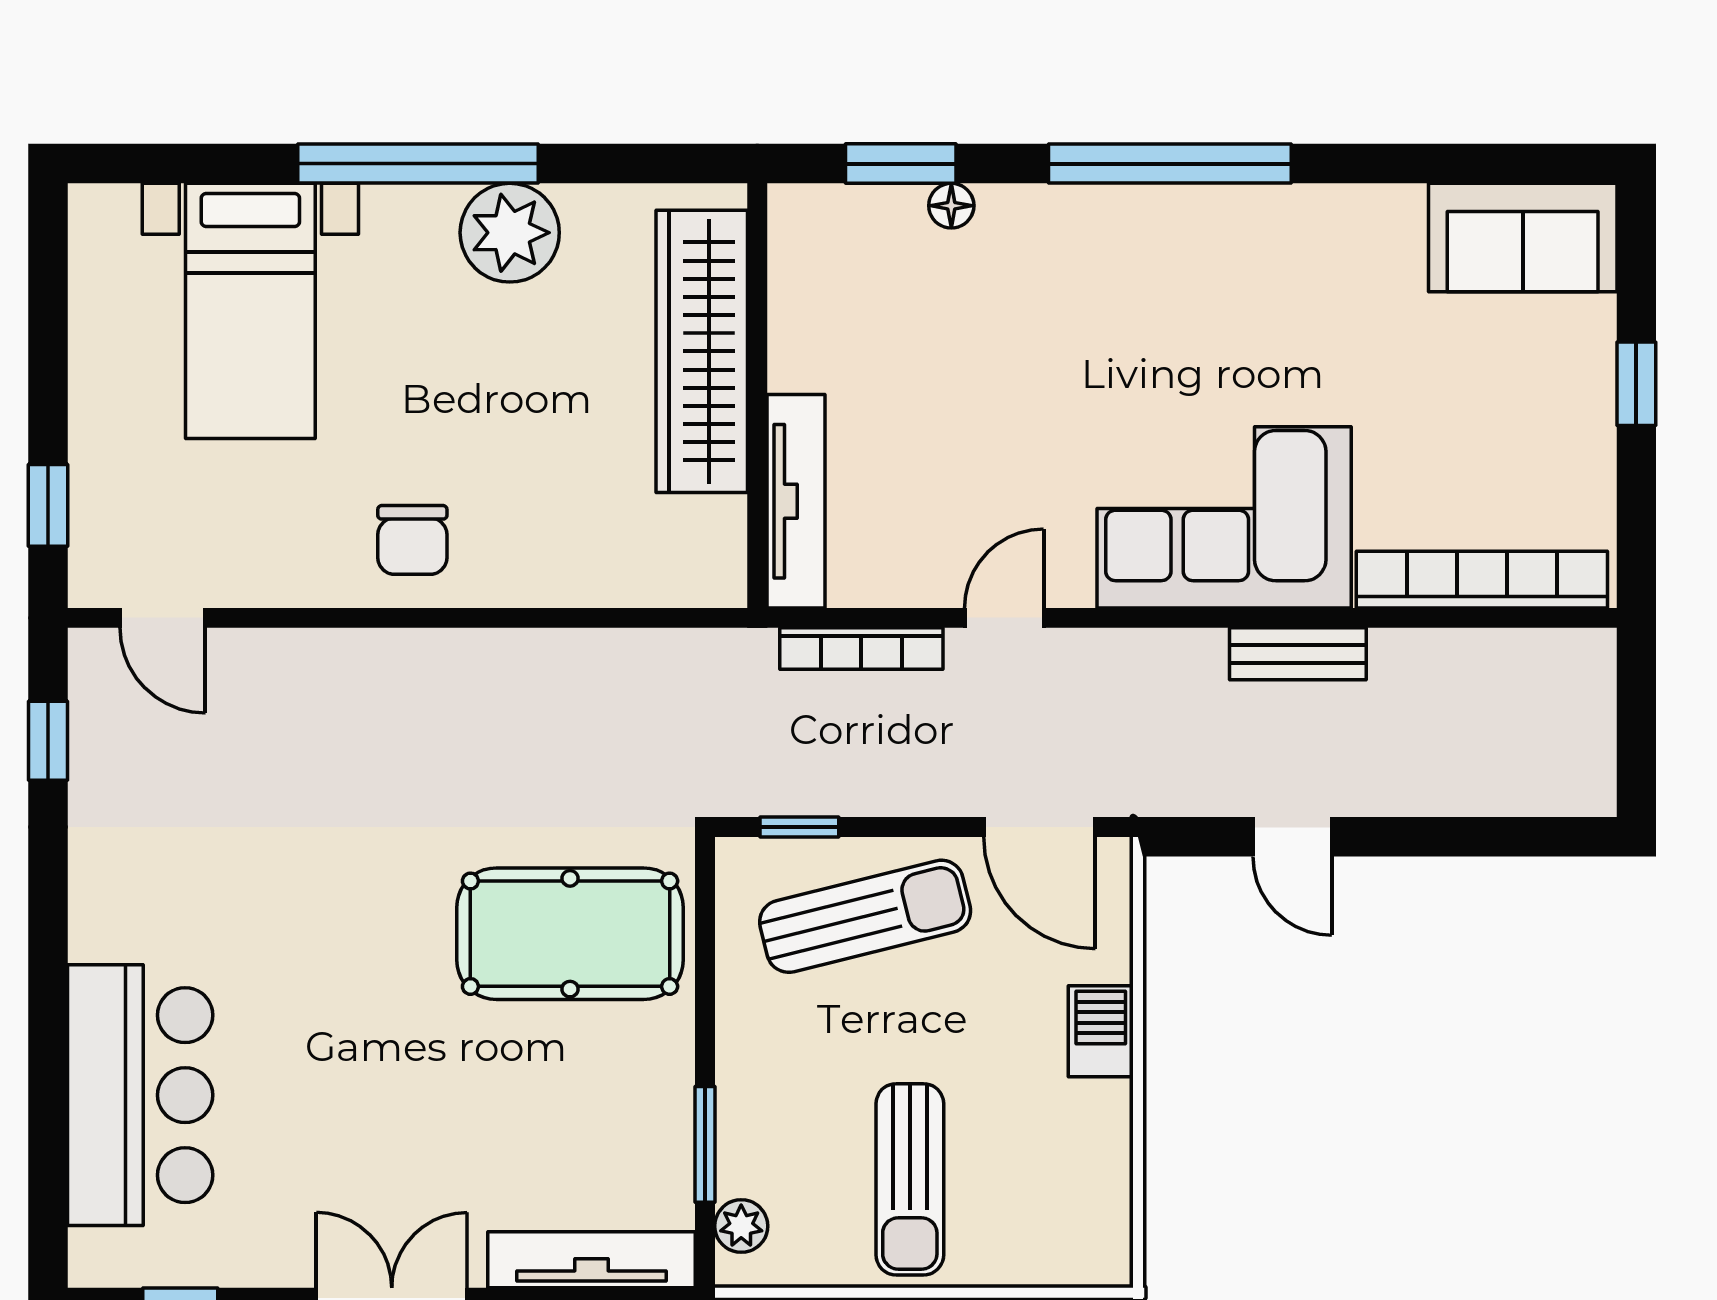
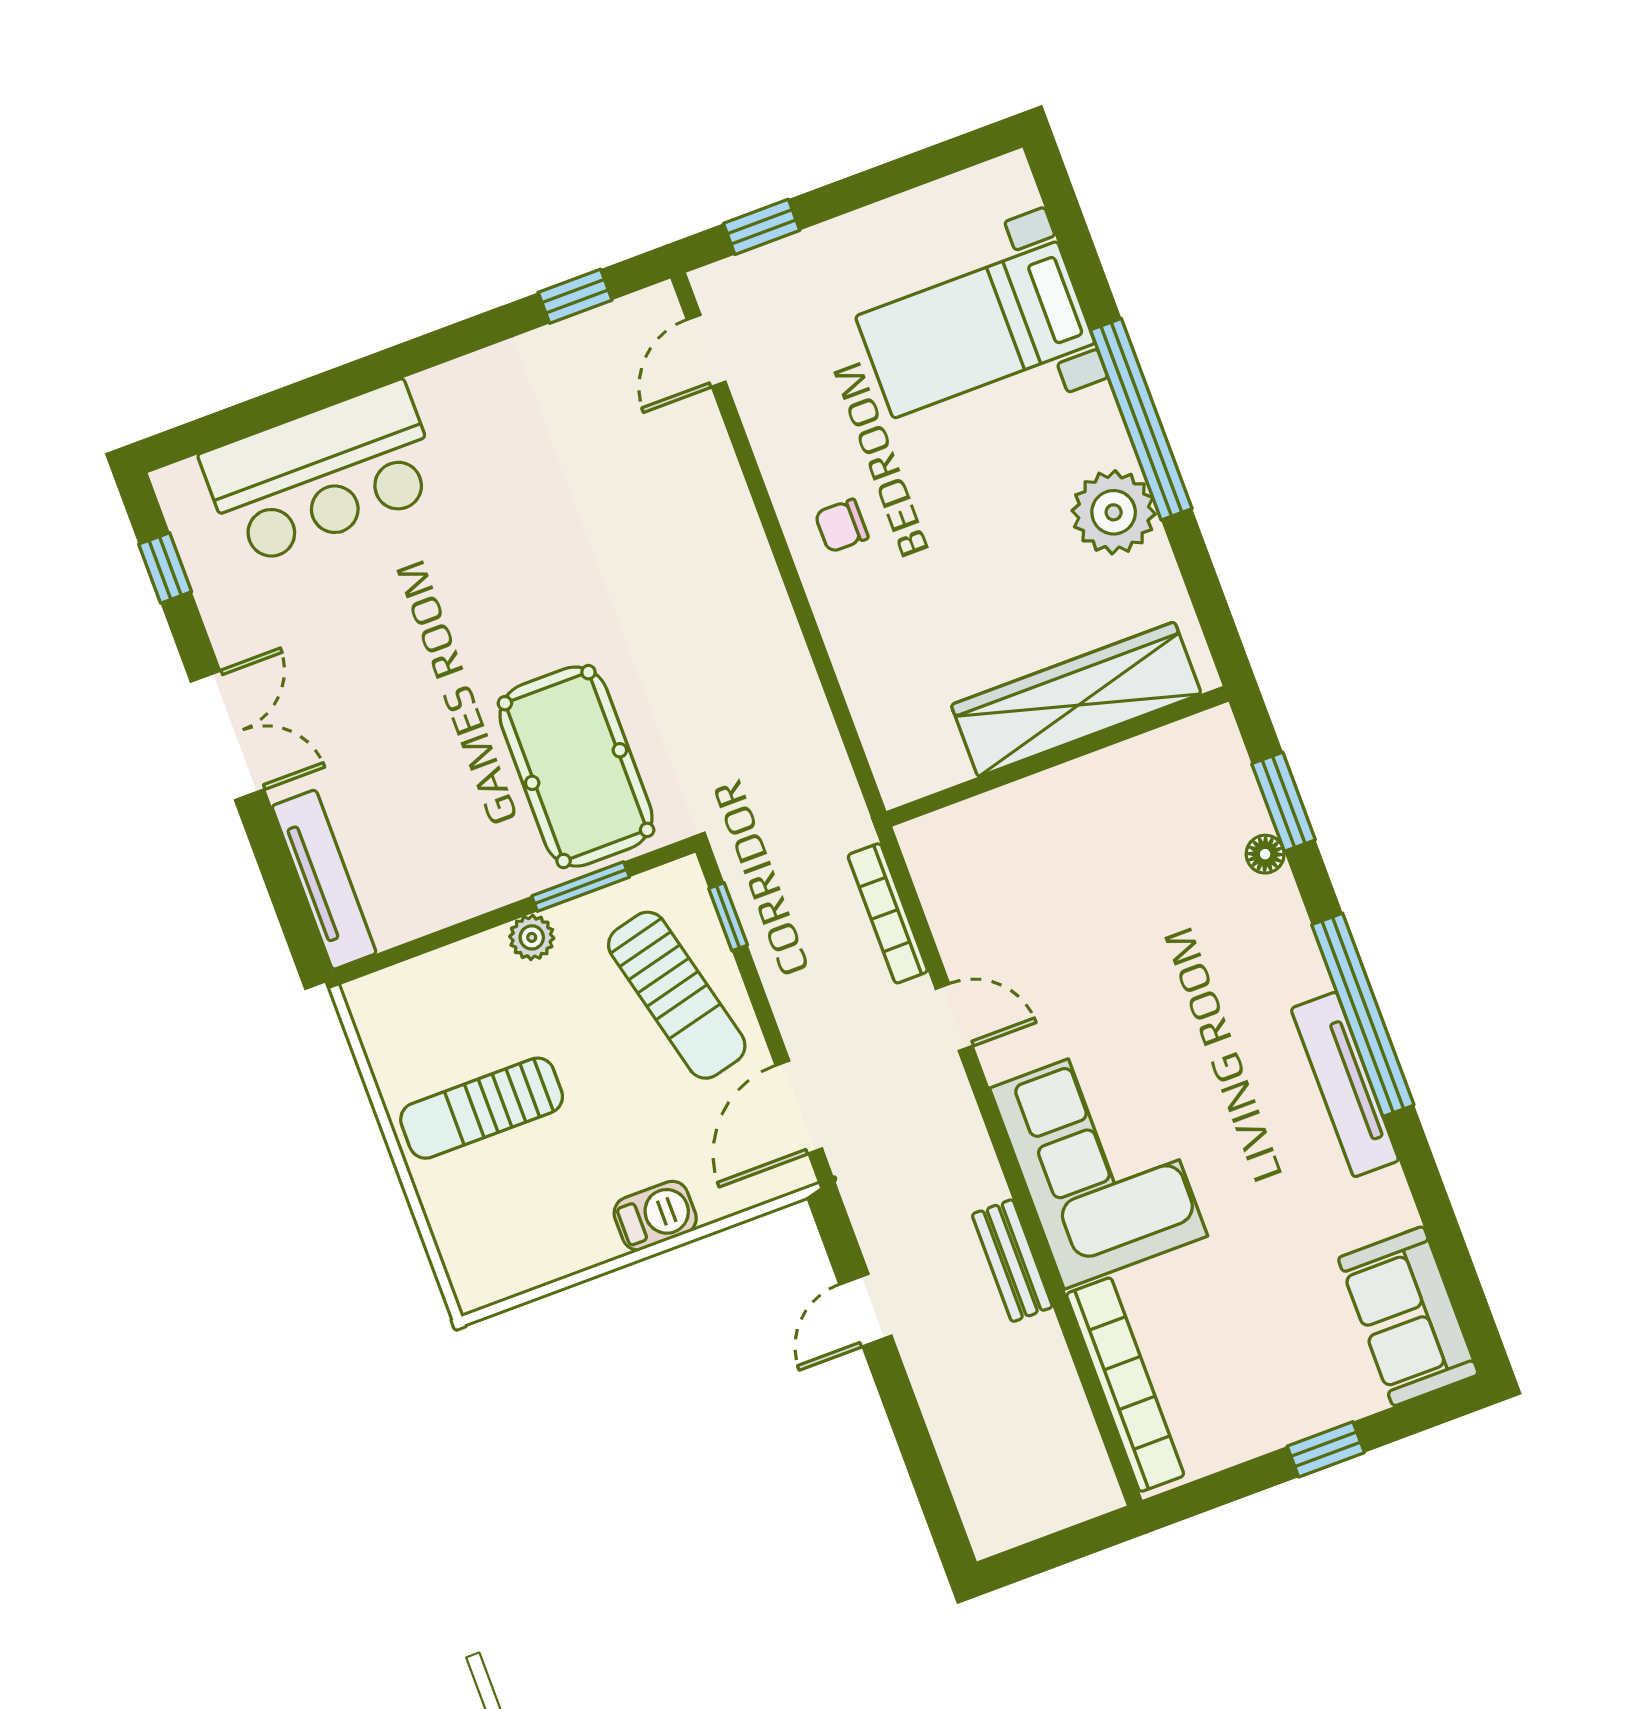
tv unit: (796, 501) -> (1345, 1085), moved, turned 90
chair: (412, 540) -> (842, 526), width x0.73, depth x0.73
window: (705, 1144) -> (581, 887), moved
plant: (741, 1226) -> (532, 937), moved

